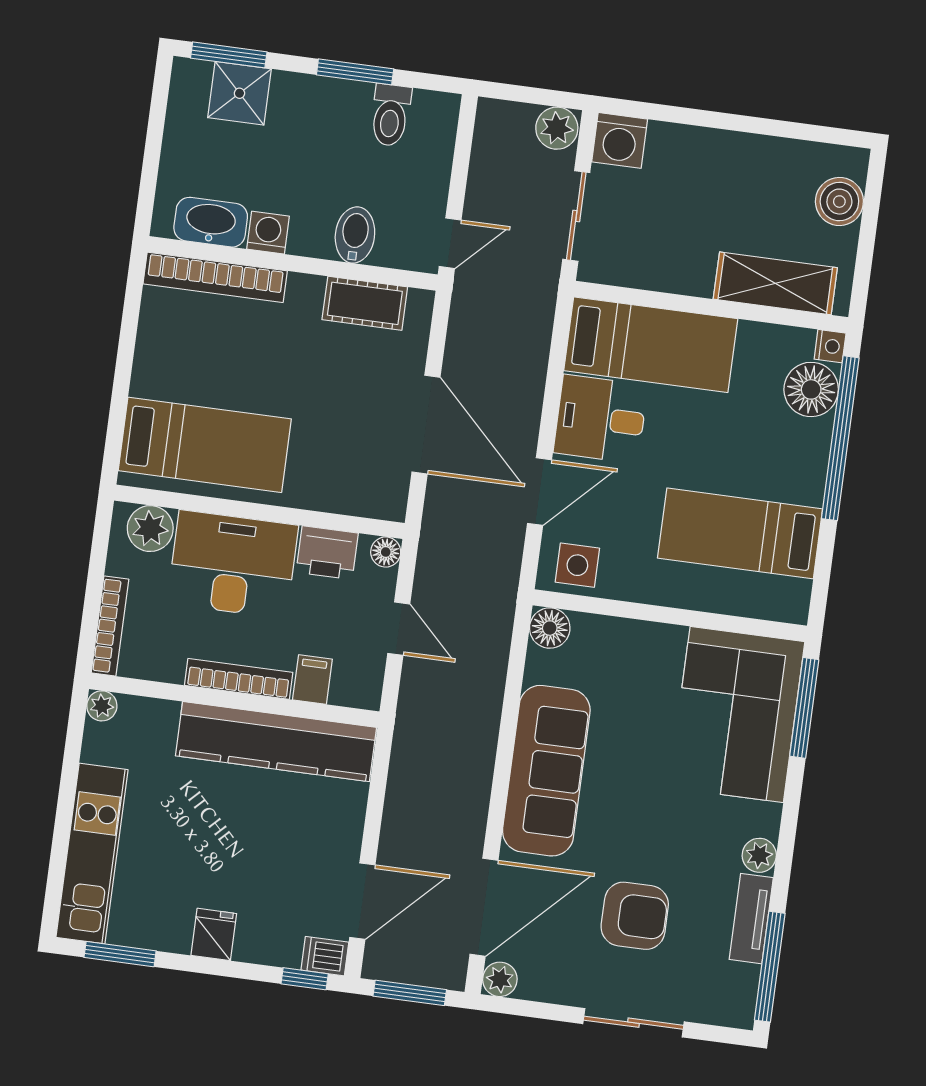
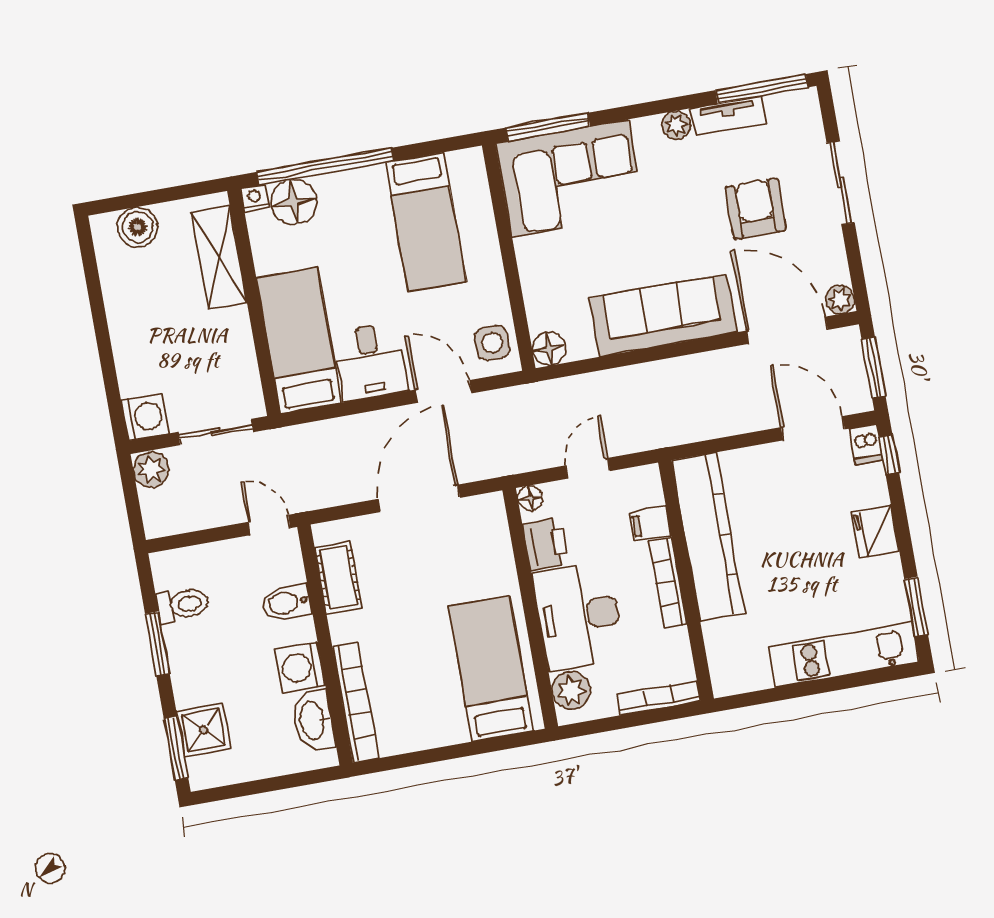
washing machine: (268, 233) -> (300, 667), width x1.38, depth x1.38
plant: (102, 706) -> (724, 684), removed
fridge: (214, 934) -> (876, 531), width x1.38

